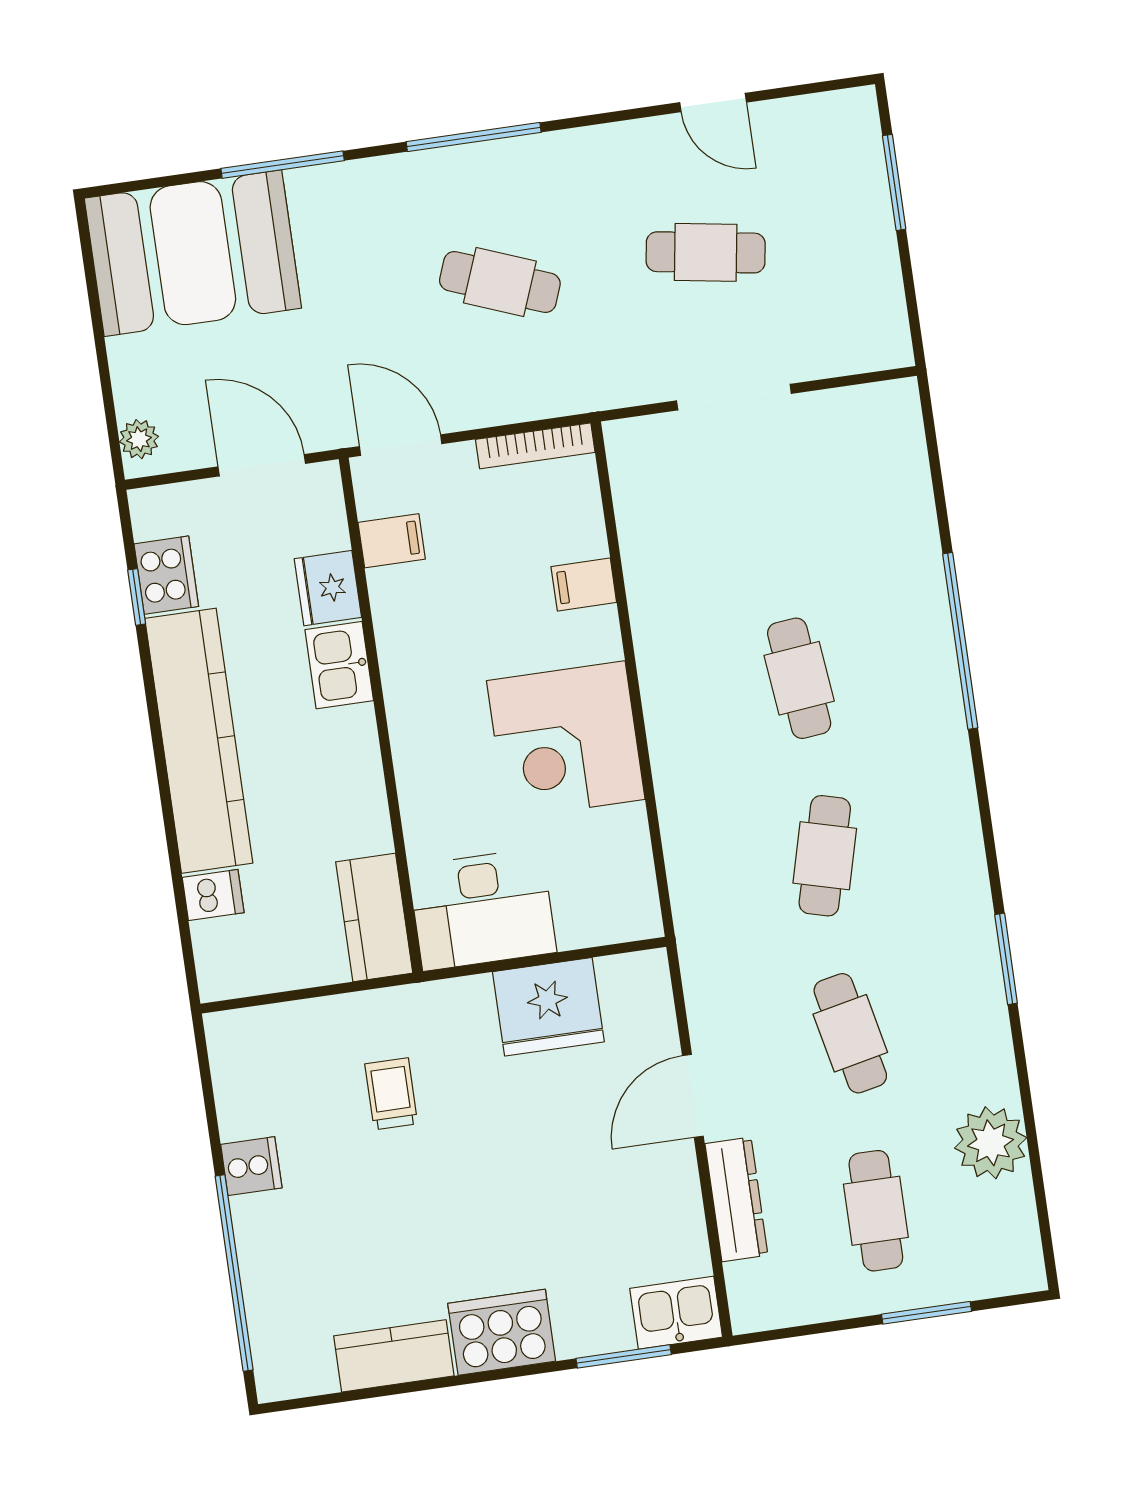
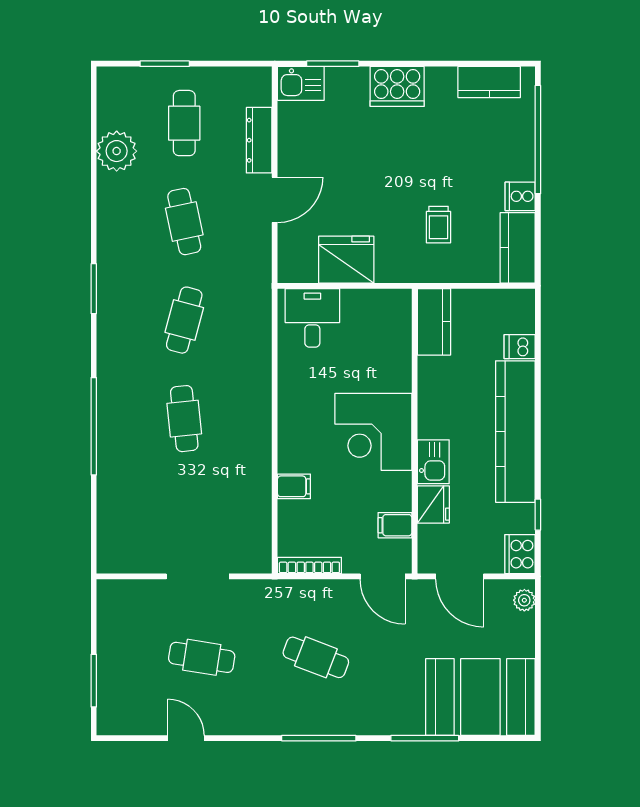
cooker: (166, 575) -> (520, 554), moved
corner desk: (566, 740) -> (373, 432), moved, turned 180
desk: (482, 909) -> (312, 318), moved, width x0.73
window: (1006, 959) -> (94, 289), moved
kitchen counter: (243, 1072) -> (518, 248), added
kitchen counter: (394, 1356) -> (489, 82), moved

